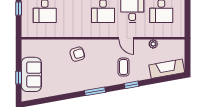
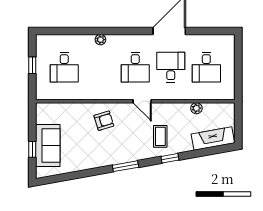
door: (126, 38) -> (142, 101), moved

